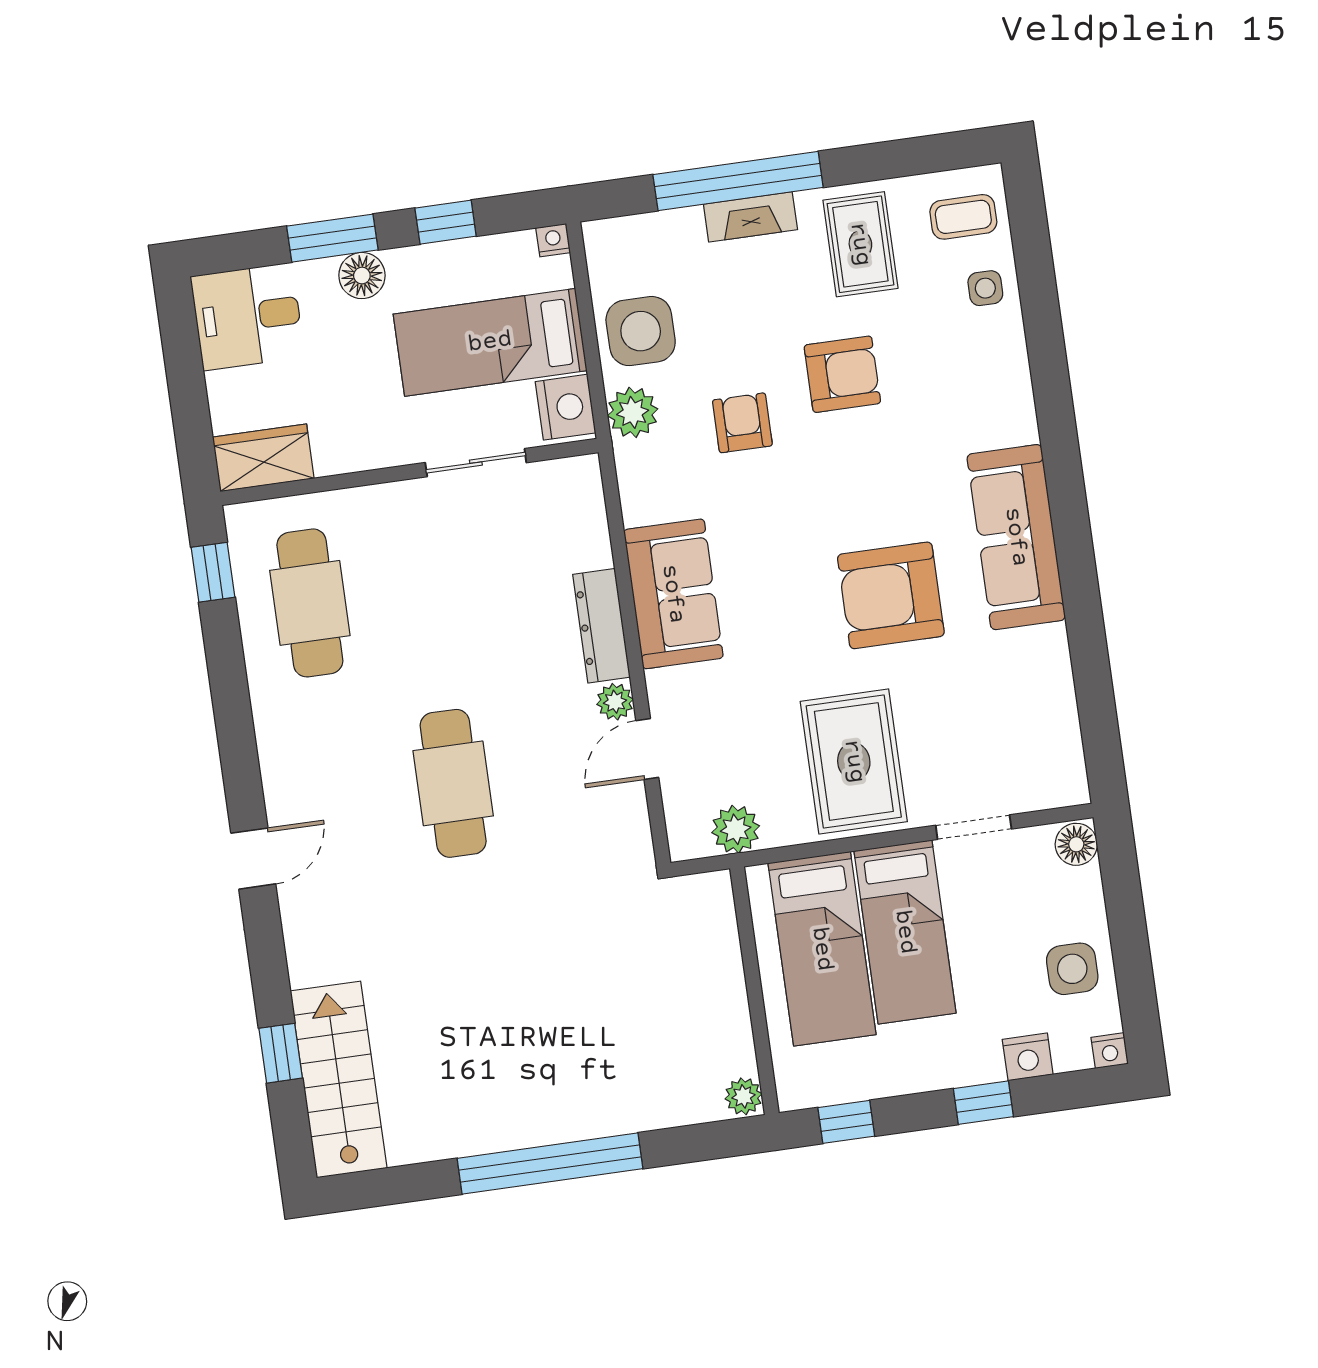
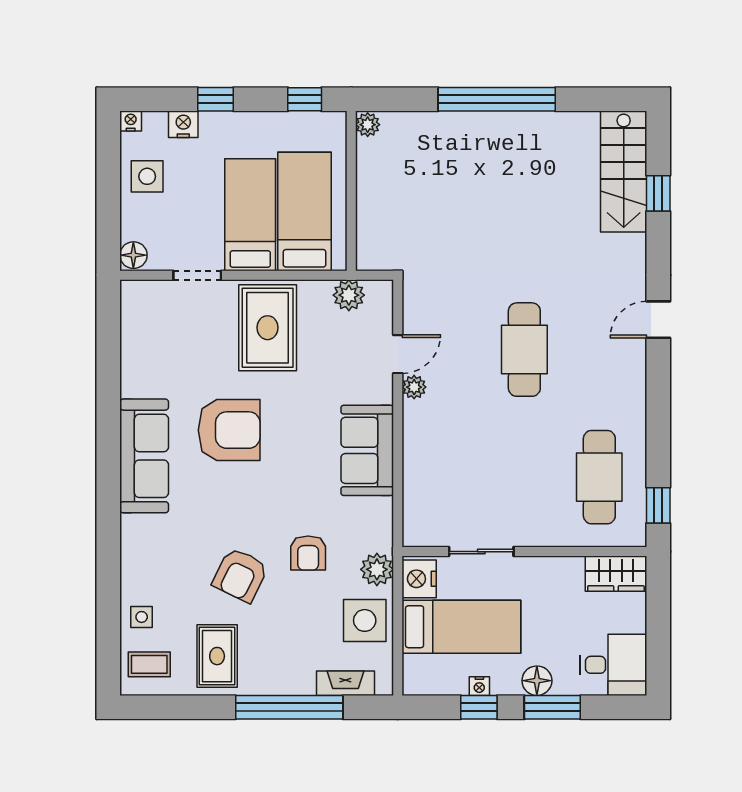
fireplace: (750, 217) -> (345, 683), moved
nightstand: (553, 240) -> (479, 686), moved
armchair: (842, 374) -> (240, 575), turned -64
dresser: (601, 626) -> (416, 437), removed

